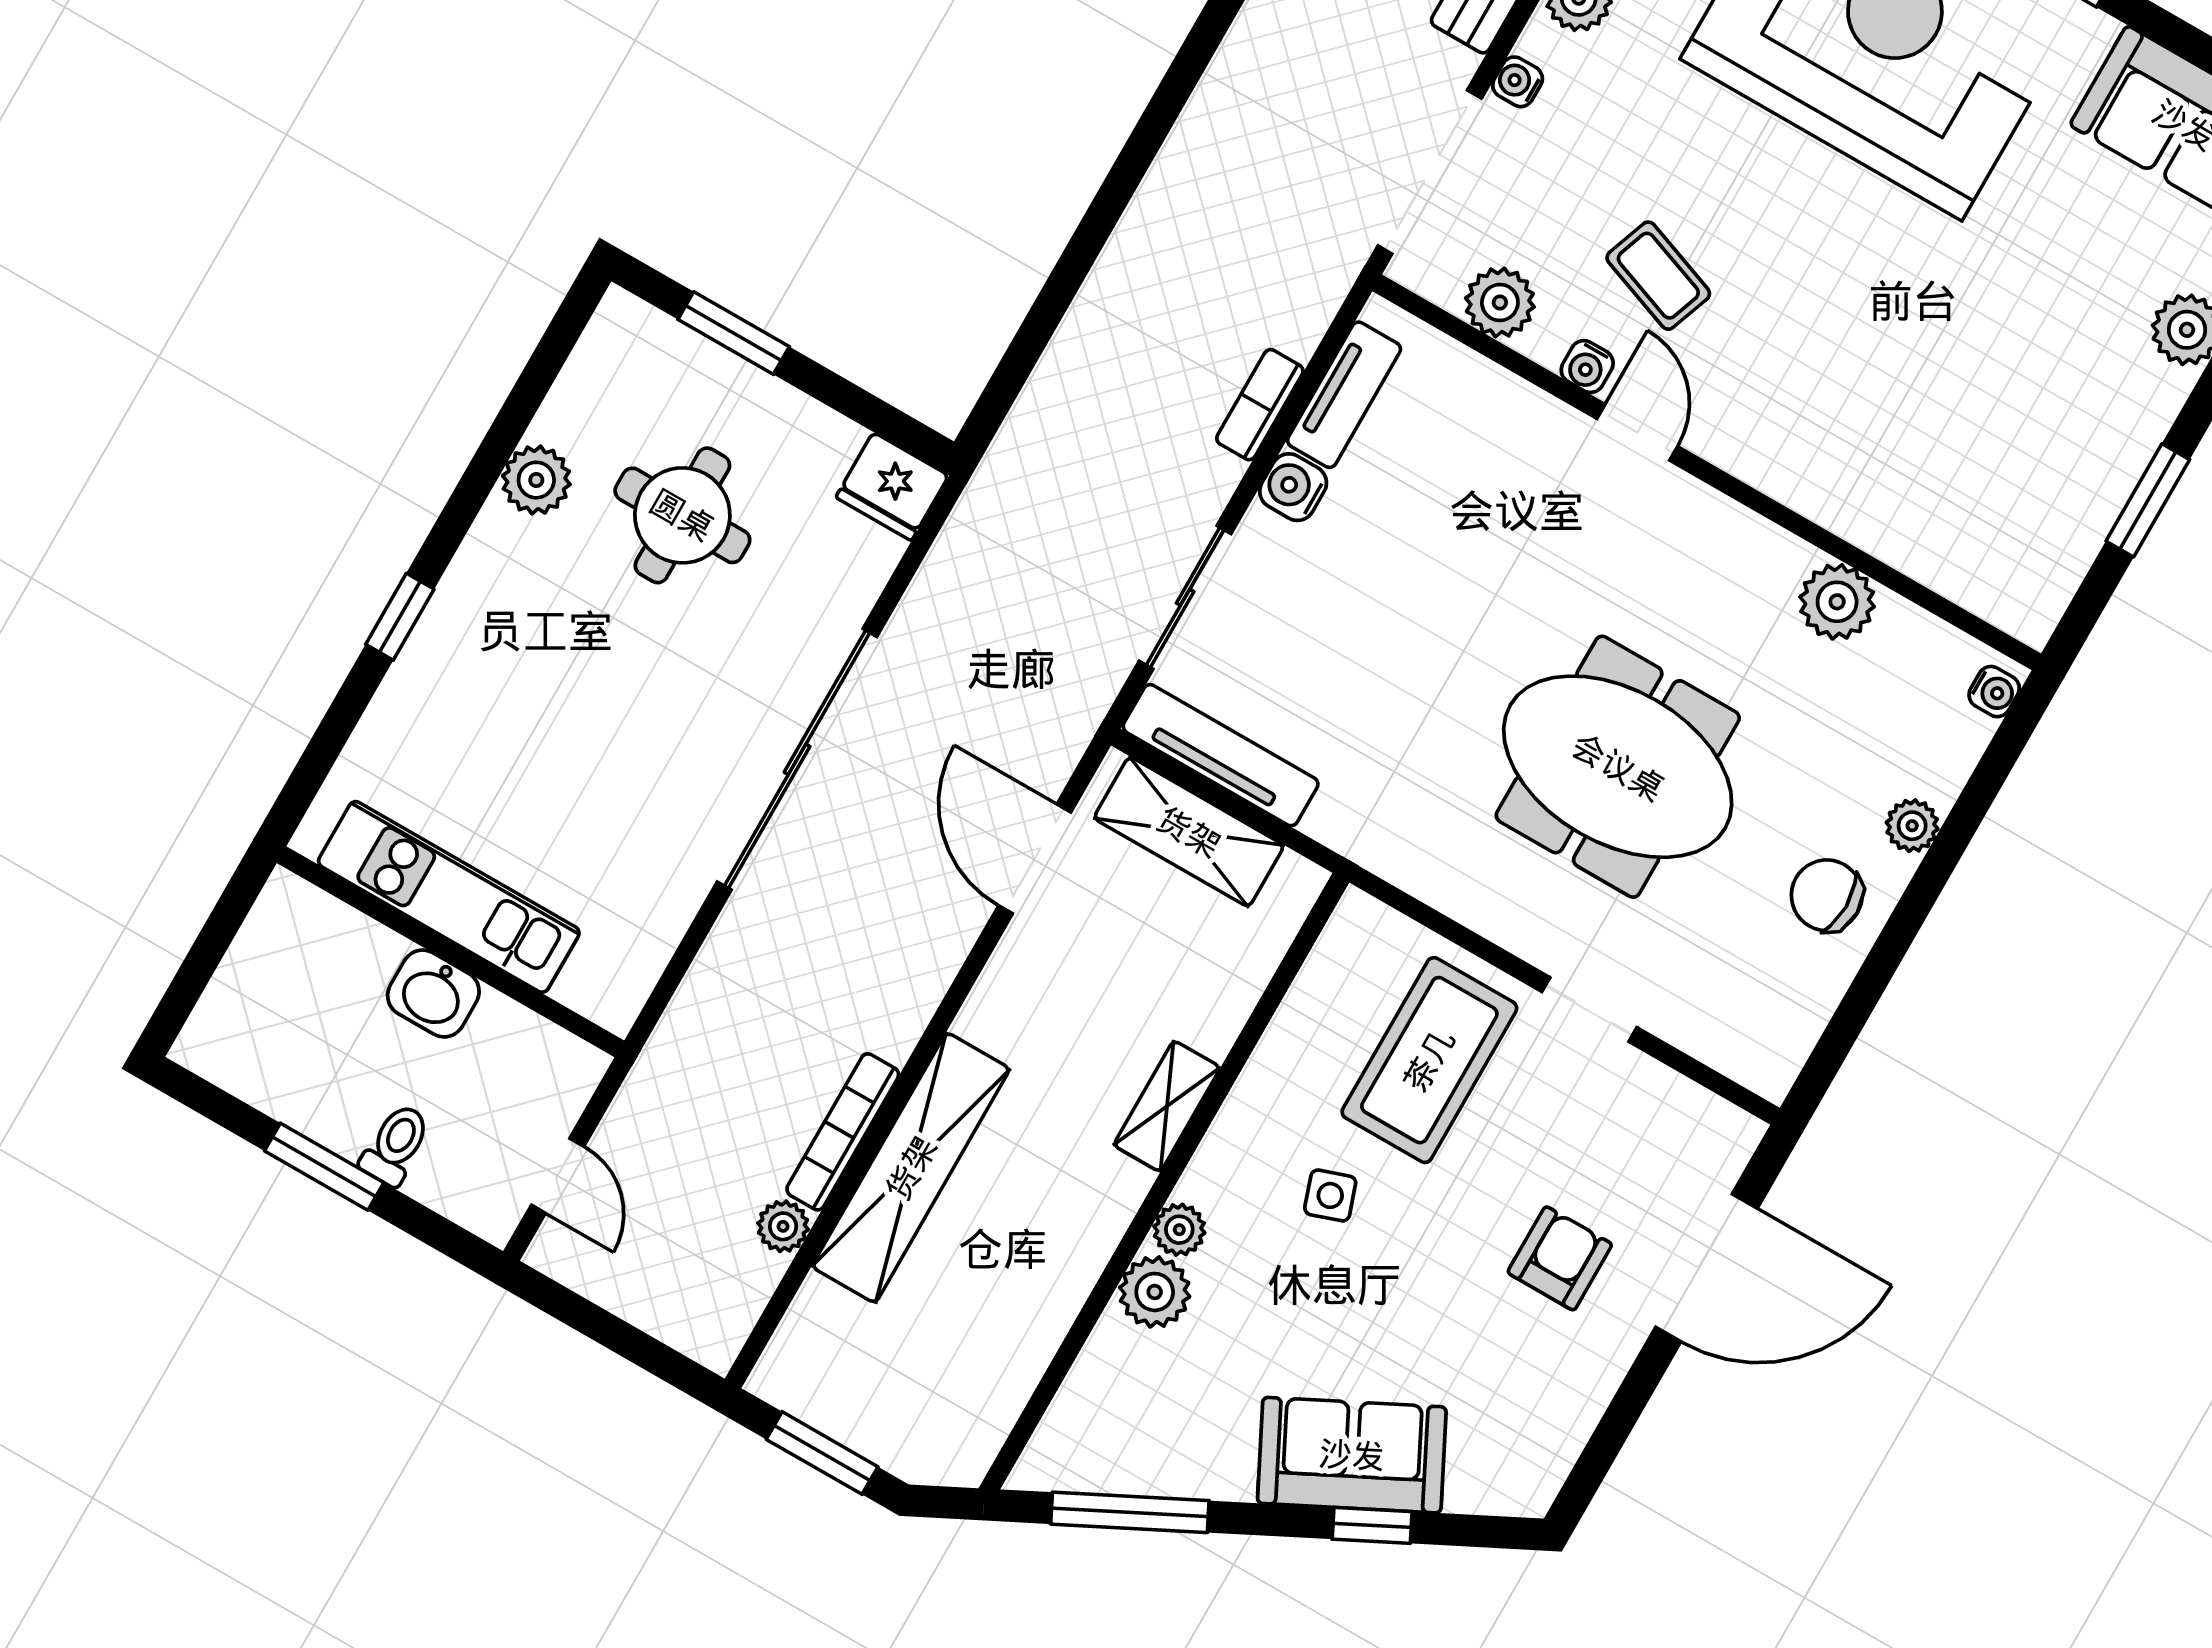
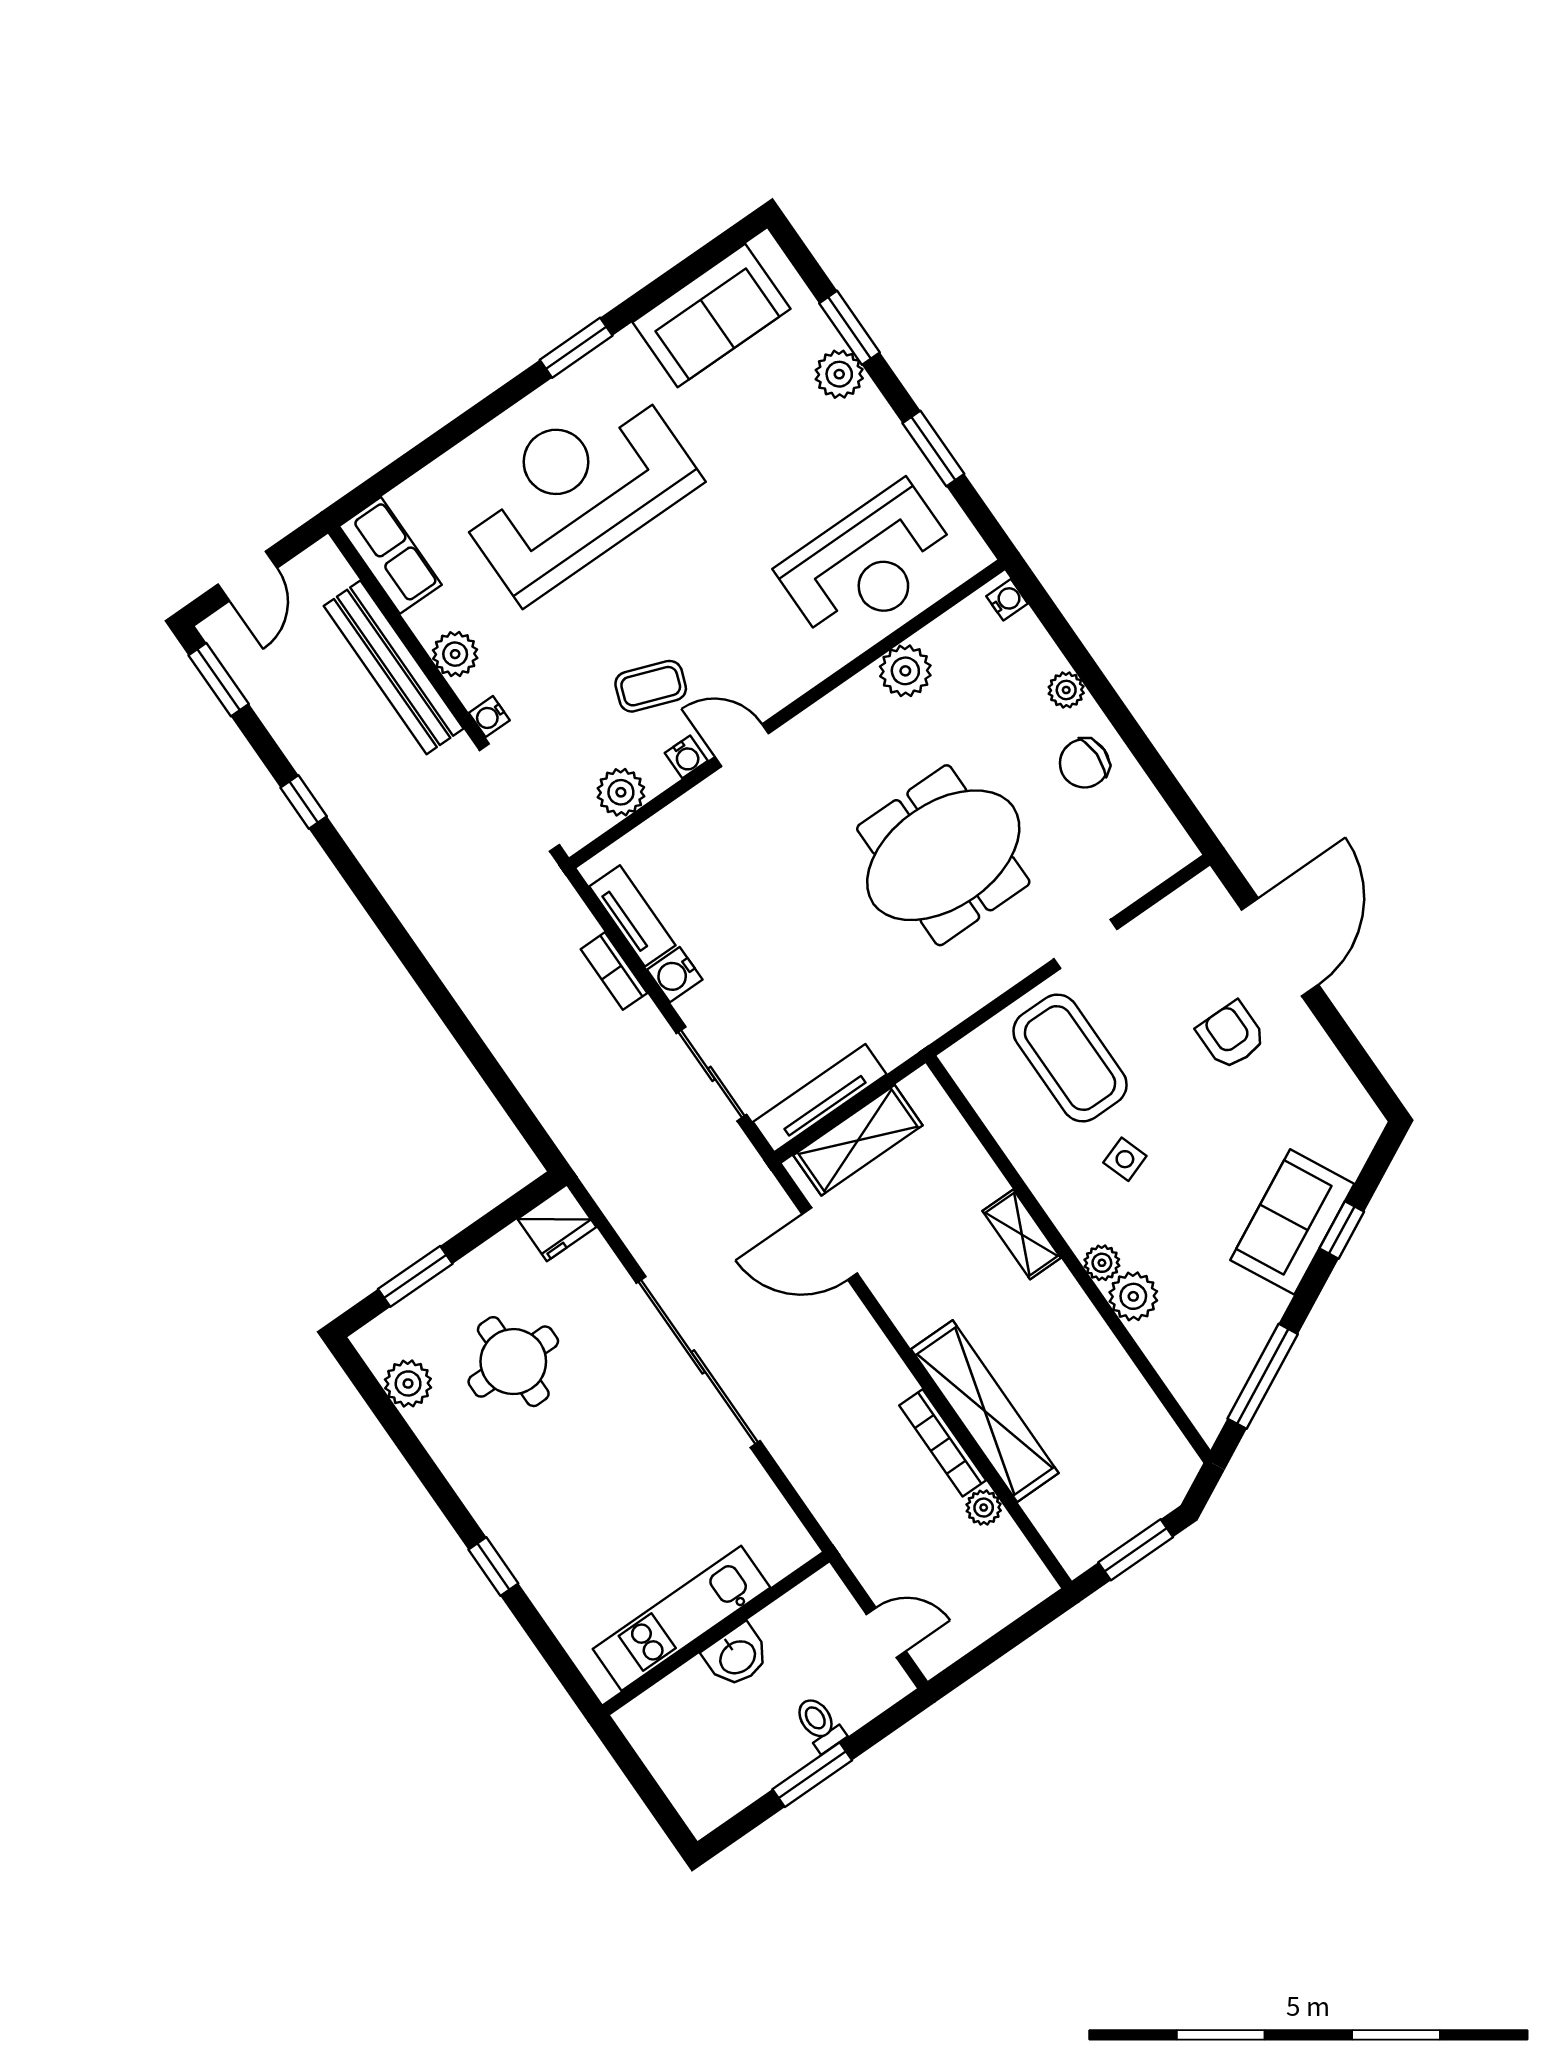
plant: (536, 480) -> (408, 1383), moved
reception desk: (1954, 486) -> (868, 564), added

